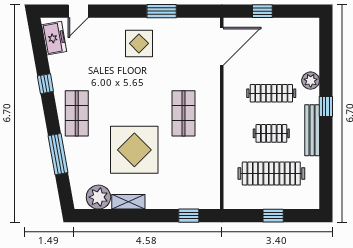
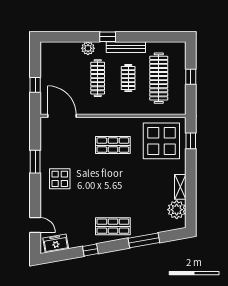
display table: (134, 150) -> (161, 141), moved

